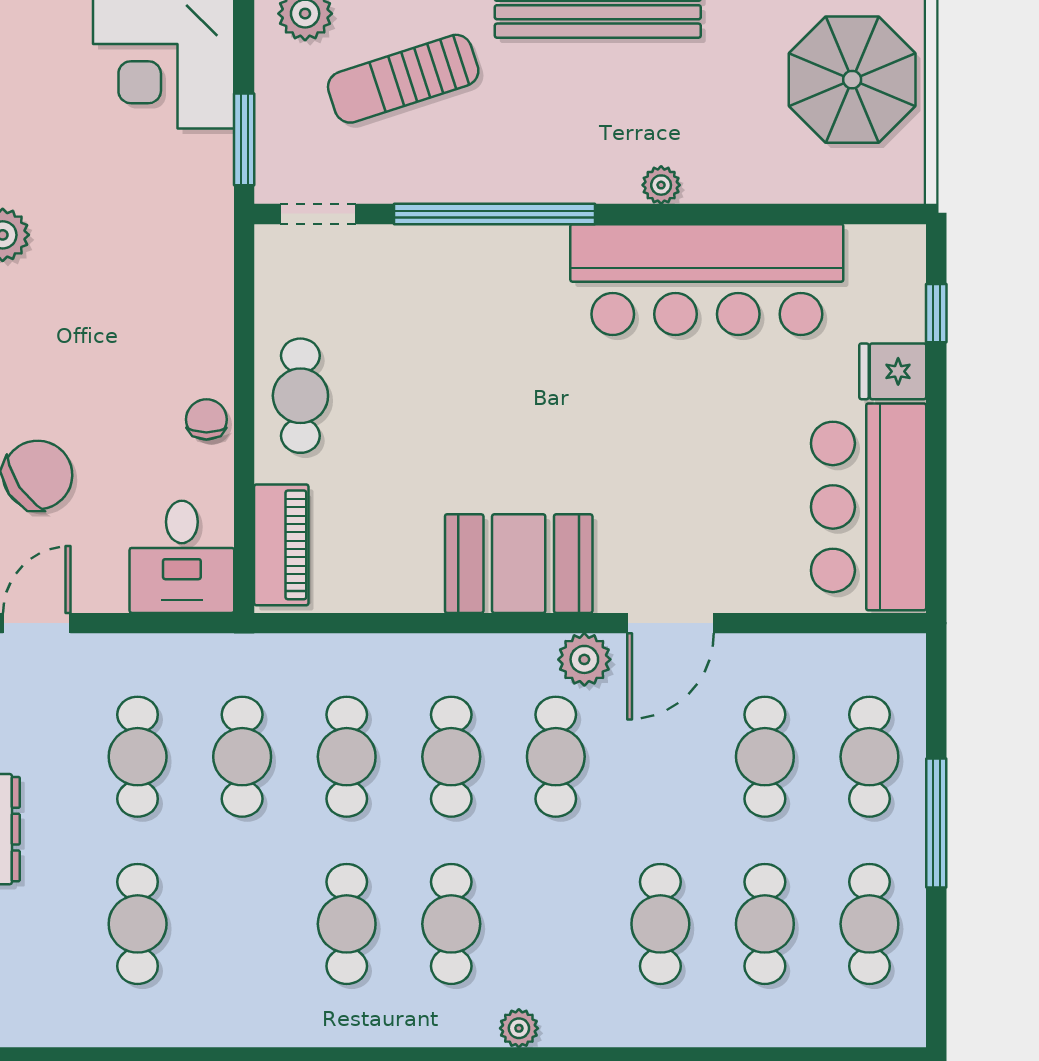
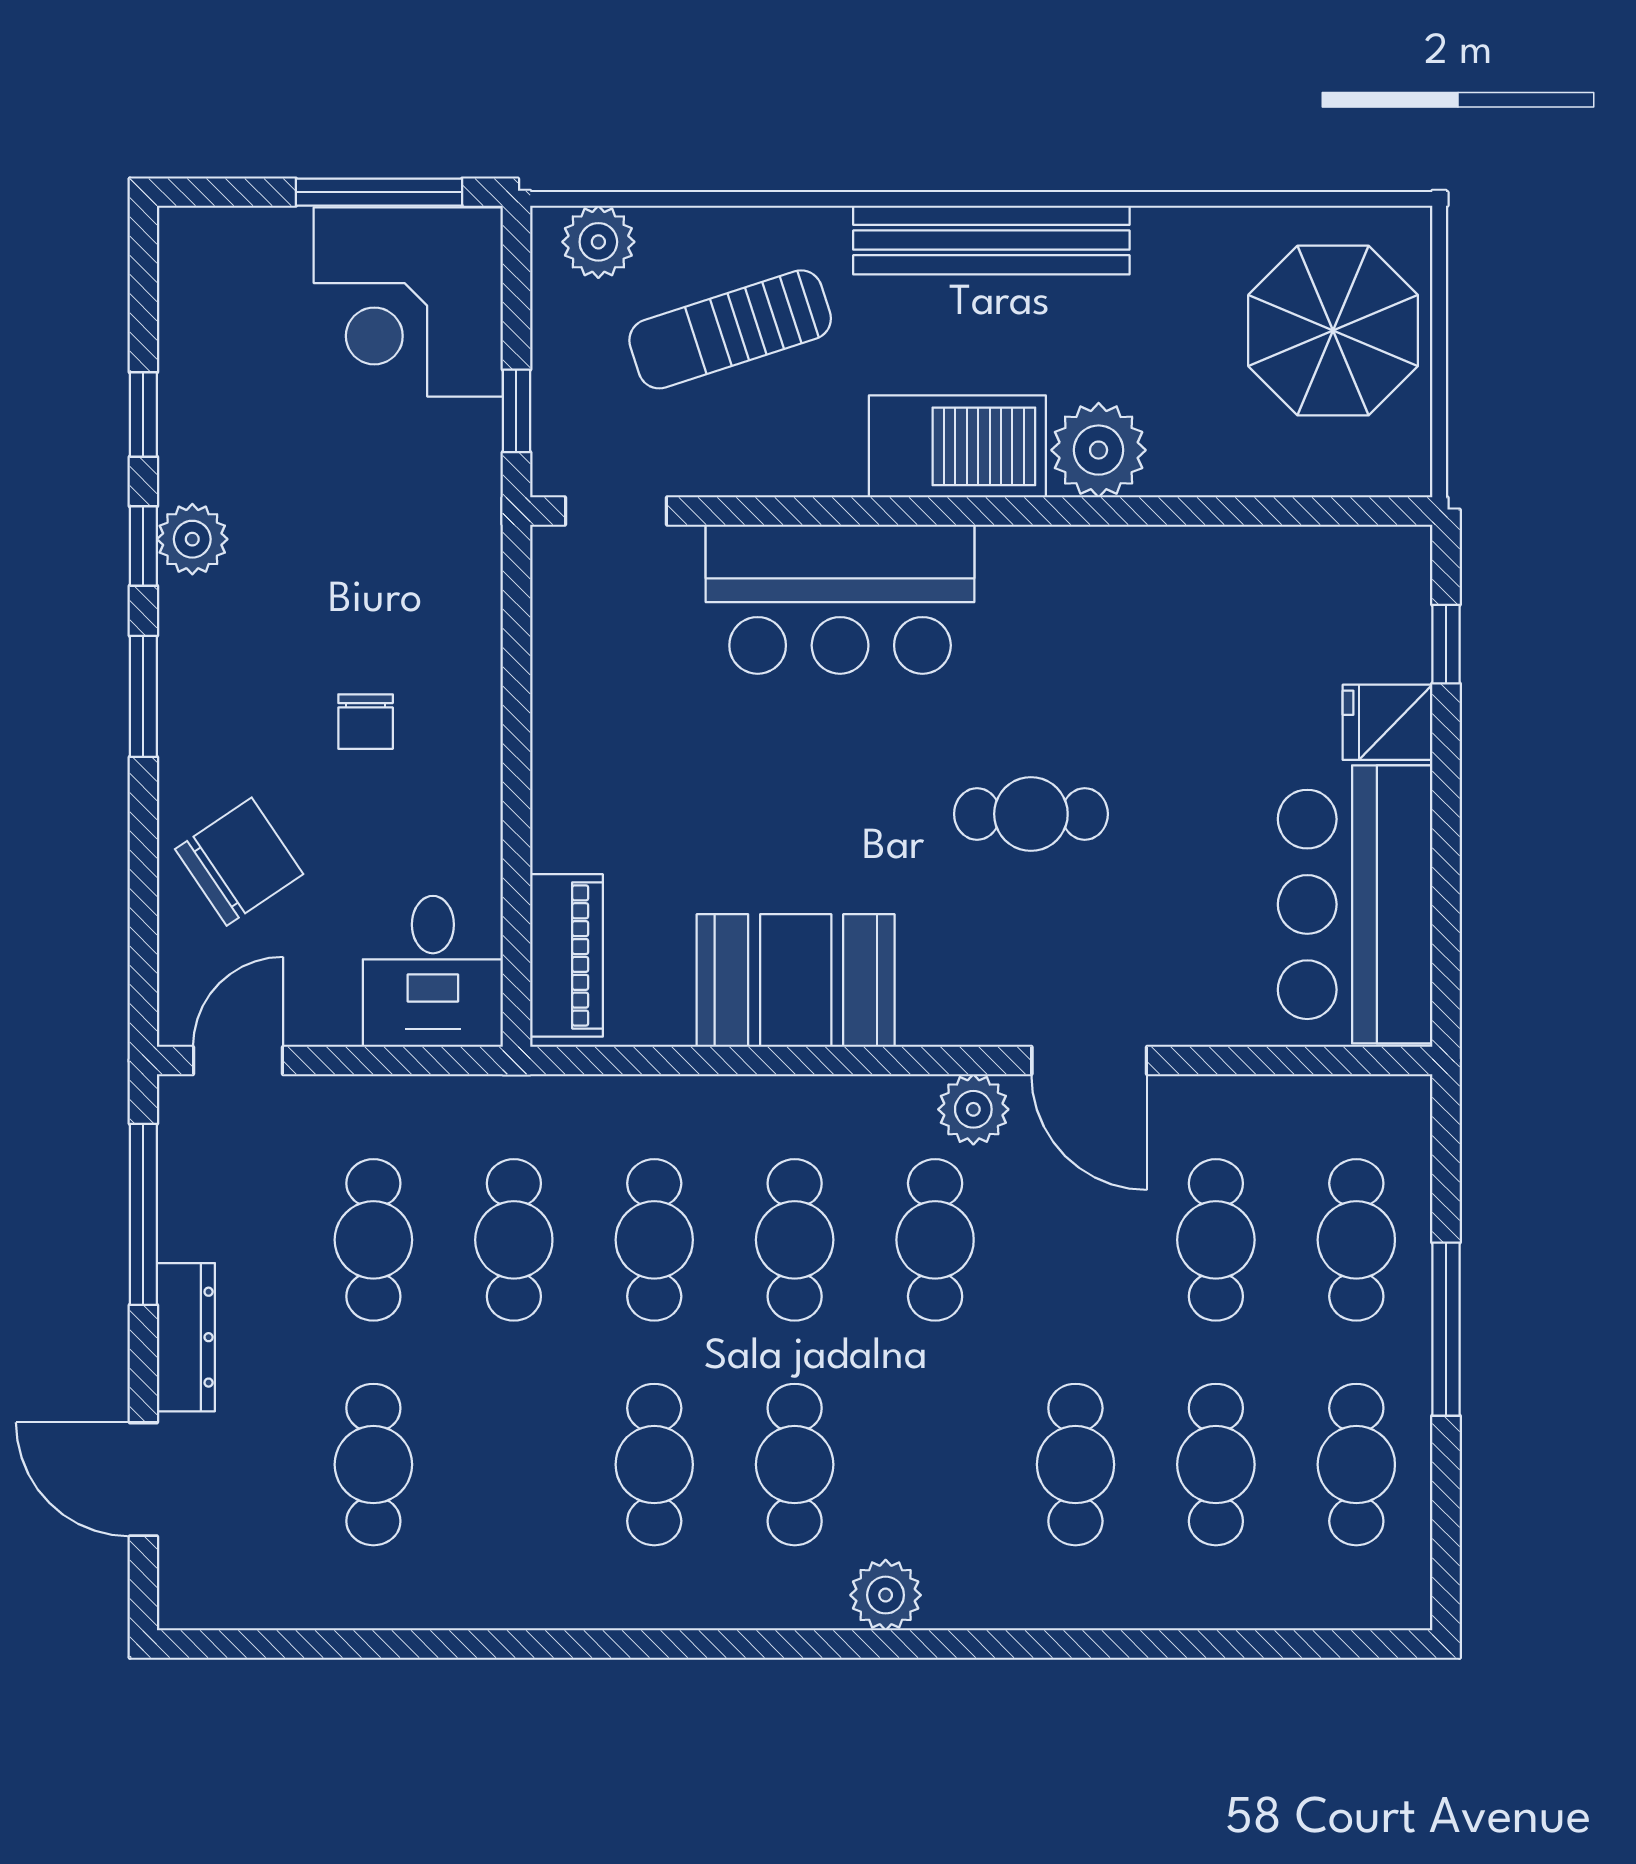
window: (244, 139) -> (516, 411), width x0.67
barbecue: (572, 166) -> (957, 446), added
plant: (661, 185) -> (1099, 450), width x1.88, depth x1.88
window: (494, 214) -> (853, 511), removed
bar counter: (707, 280) -> (840, 599), moved, width x0.73
cafe table: (300, 396) -> (1031, 814), moved, turned 90
chair: (206, 419) -> (366, 722), moved, turned 180
booth: (519, 564) -> (796, 981), moved
door: (671, 623) -> (1089, 1061), hinge flipped
plant: (519, 1028) -> (886, 1595), width x1.38, depth x1.38

